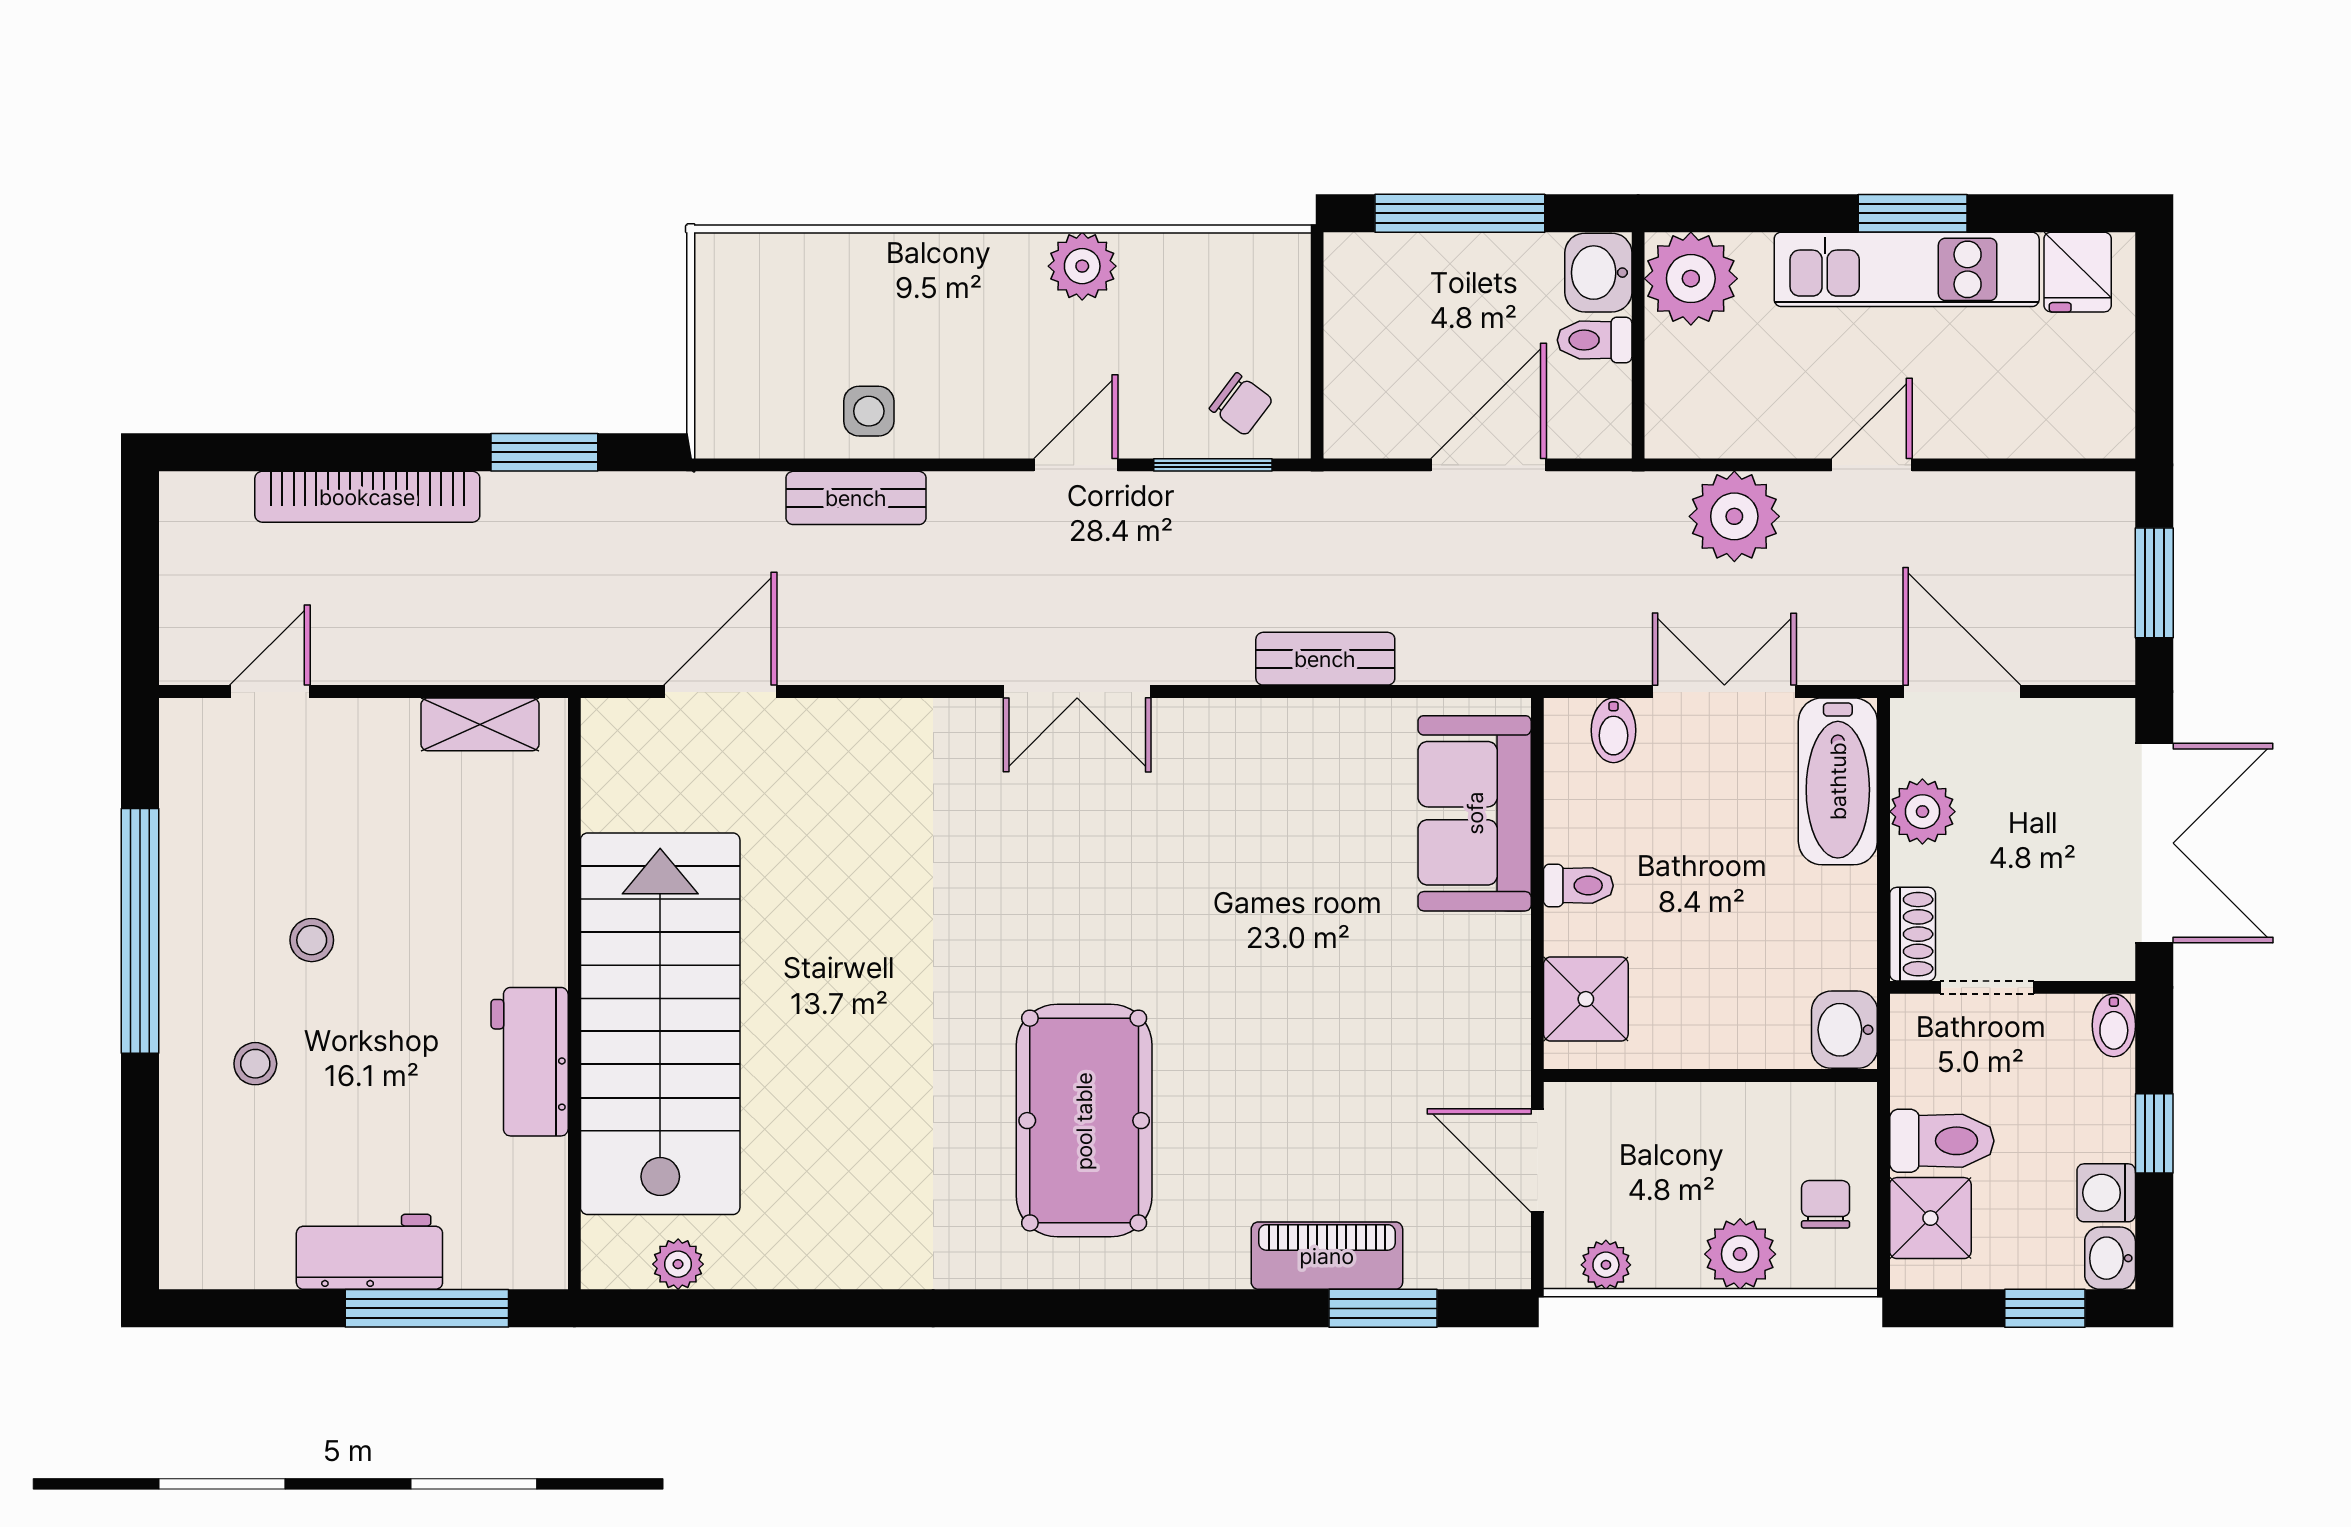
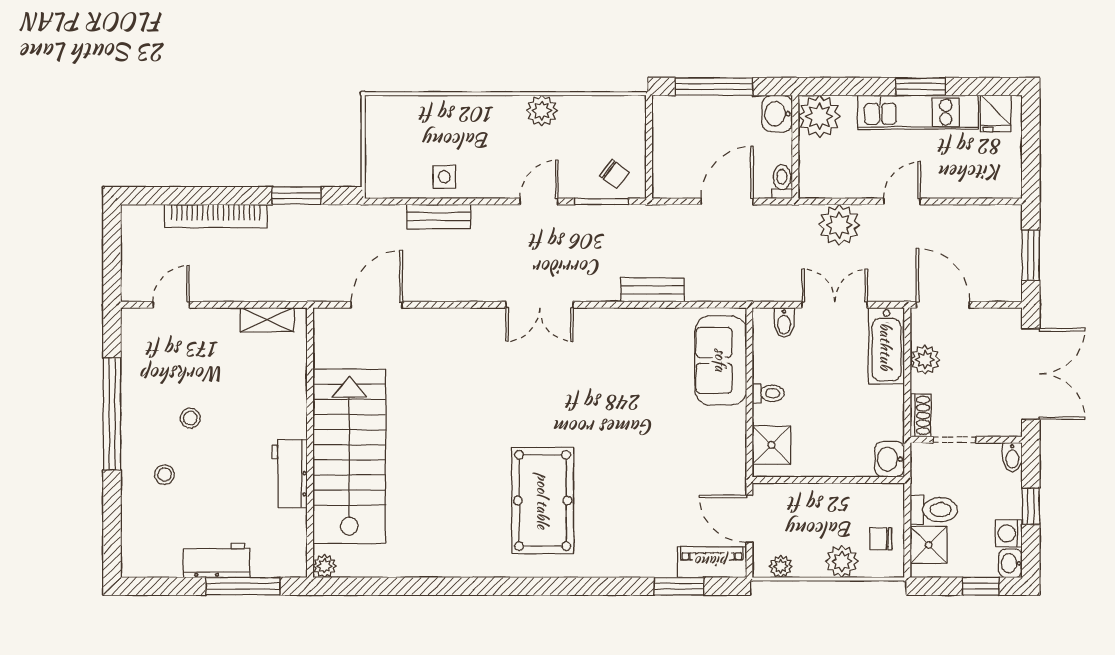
toilet: (1595, 340) -> (782, 182), moved, turned 90
chair: (1826, 1204) -> (881, 539), turned -90
piano: (1327, 1256) -> (712, 562), moved
plant: (678, 1264) -> (325, 566), moved

